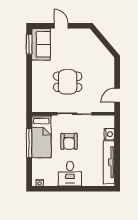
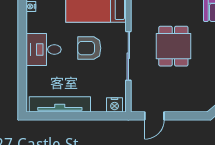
door: (117, 95) -> (154, 116), swing flipped
nightstand: (109, 134) -> (115, 105), moved

